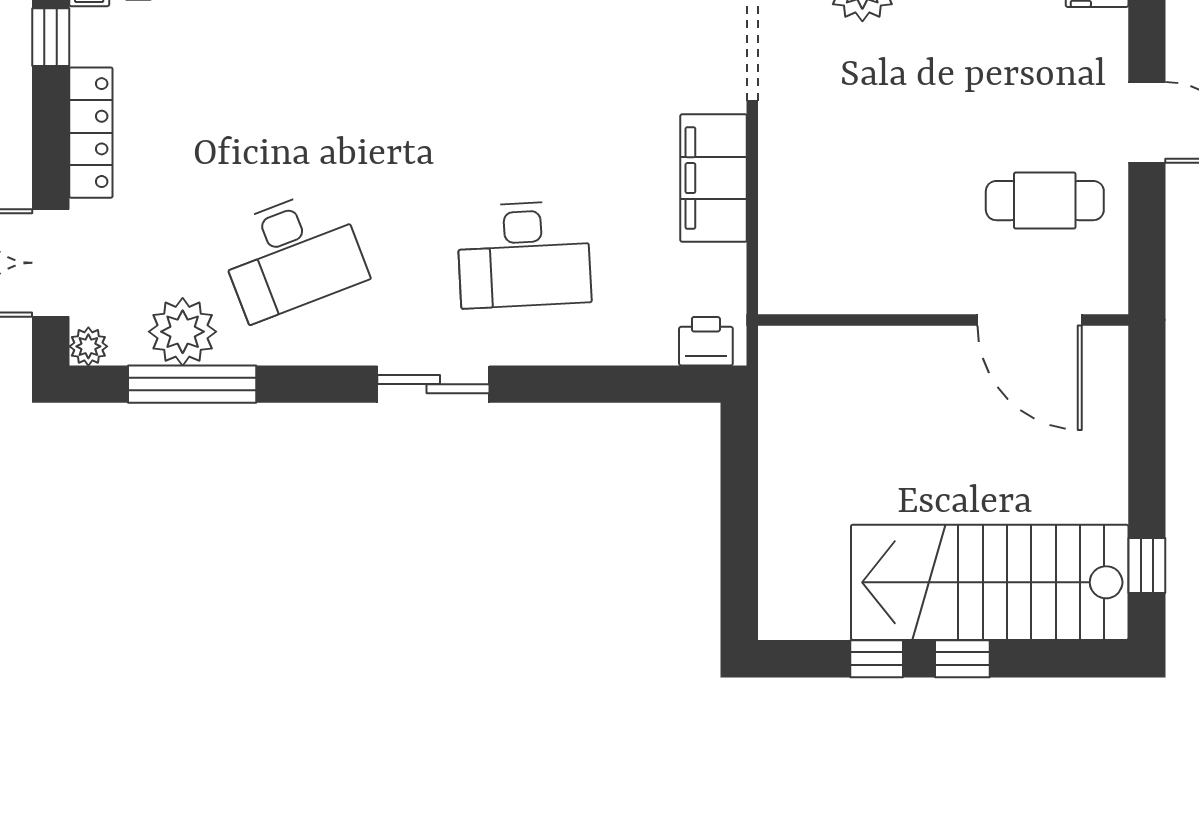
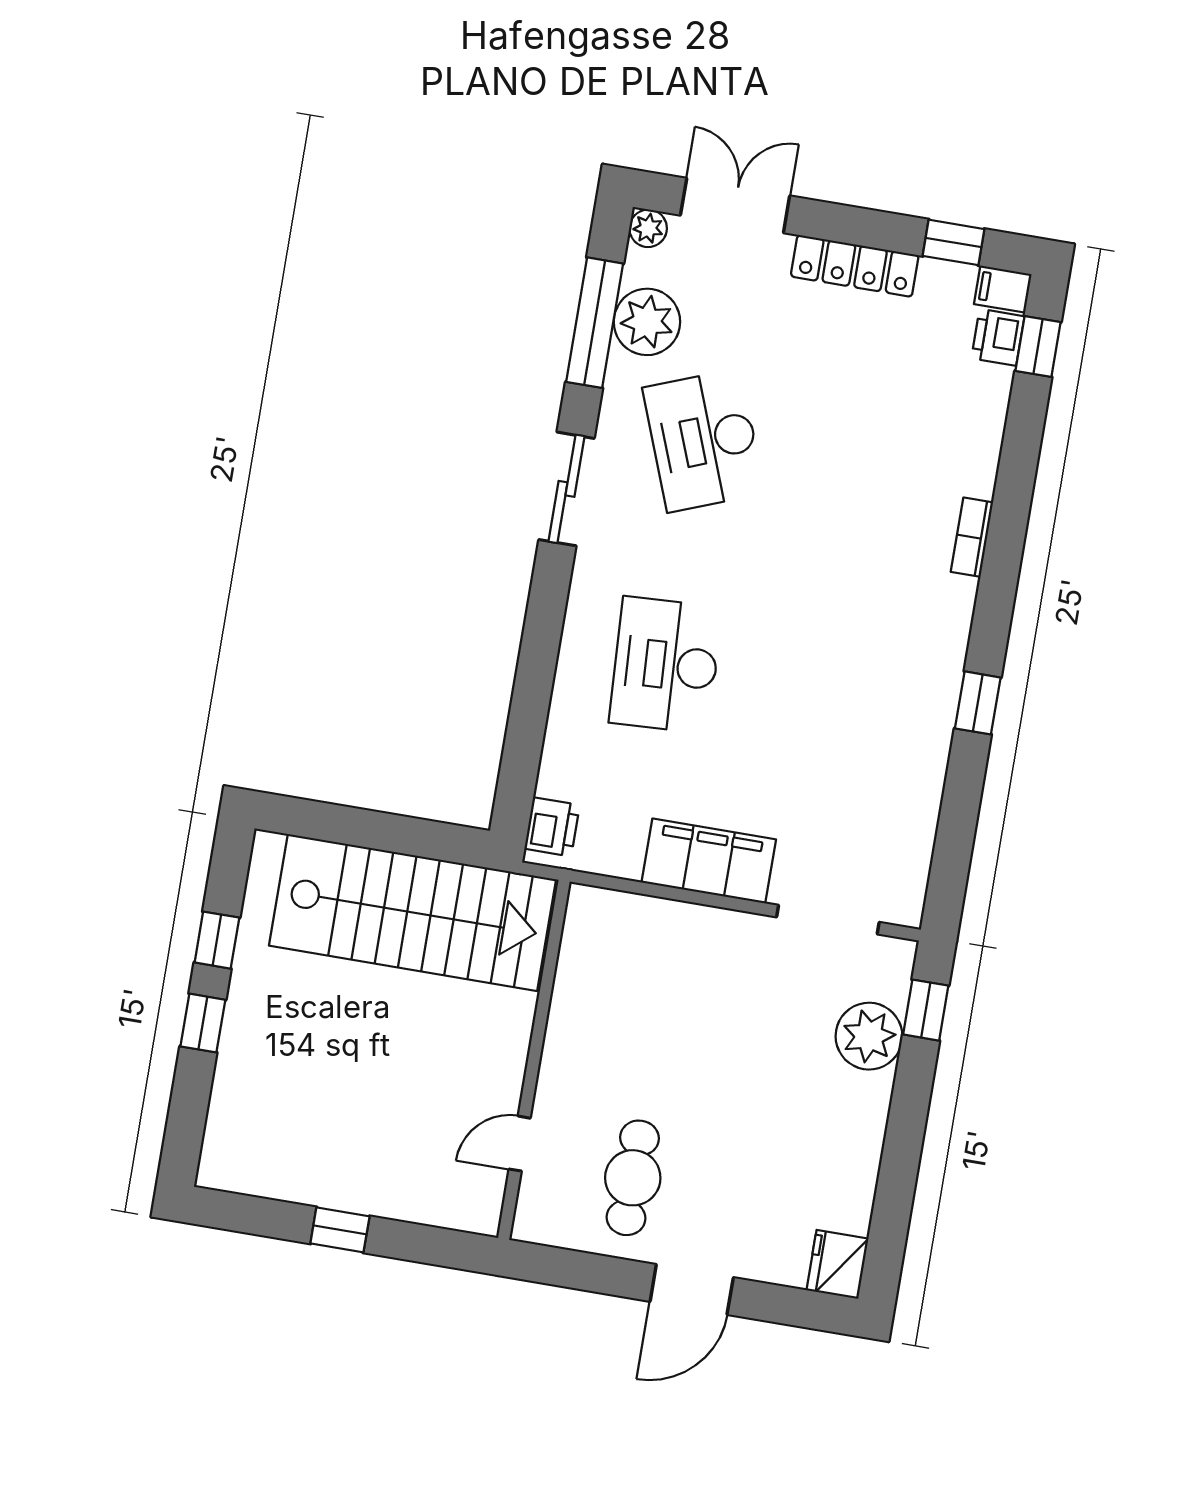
door: (1030, 320) -> (520, 1144), width x0.53
sliding door: (433, 384) -> (567, 489), moved
window: (1147, 566) -> (340, 1230), moved
stairs: (990, 582) -> (413, 912), moved, turned 90

